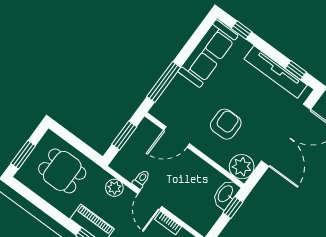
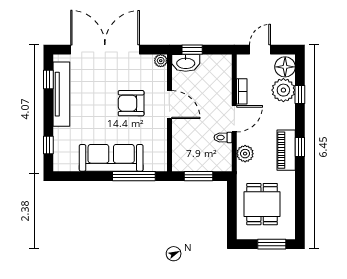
sofa: (208, 54) -> (111, 158), moved
door: (177, 137) -> (169, 105), moved
plant: (242, 167) -> (161, 61), width x0.53, depth x0.53

